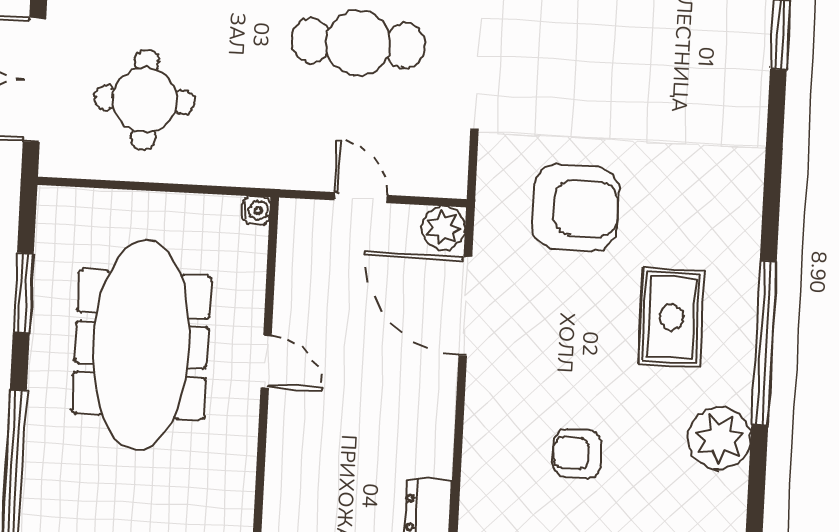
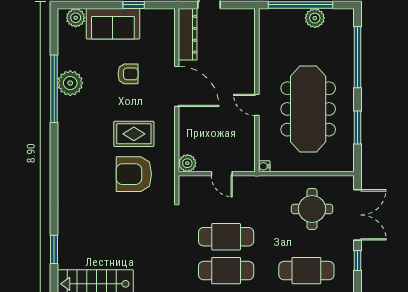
door: (465, 306) -> (177, 86), moved
rug: (672, 317) -> (134, 134), moved, turned 90
window: (764, 343) -> (54, 89), moved

